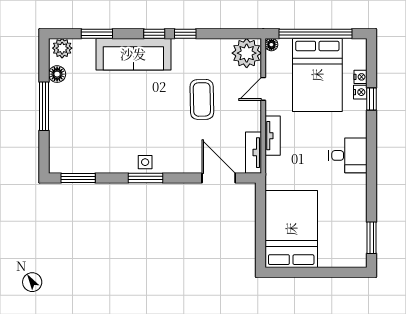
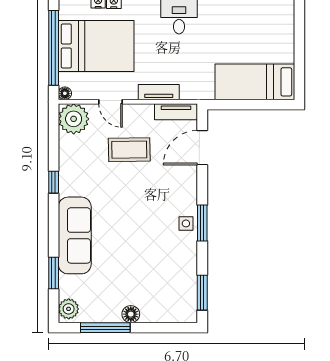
window: (154, 34) -> (54, 214), removed
floor lamp: (57, 74) -> (131, 314), moved
coffee table: (202, 99) -> (129, 150), moved
window: (44, 106) -> (105, 328), moved
bed: (291, 229) -> (255, 82), width x0.67

